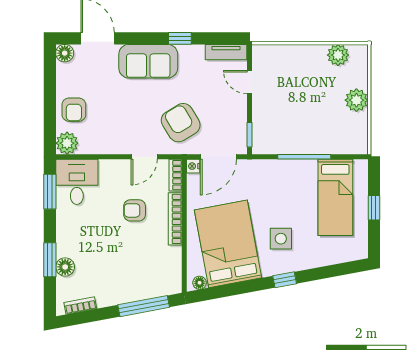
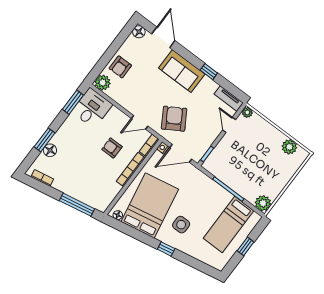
plant: (260, 52) -> (247, 112), added
plant: (356, 100) -> (263, 203), moved

